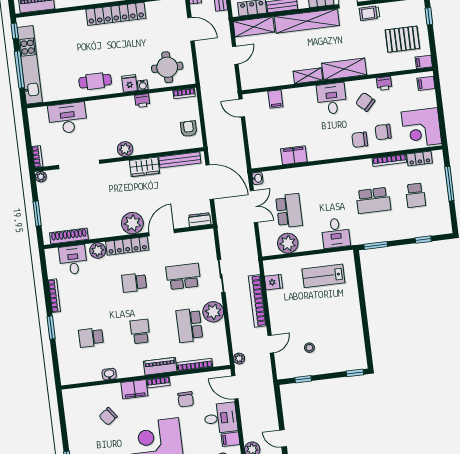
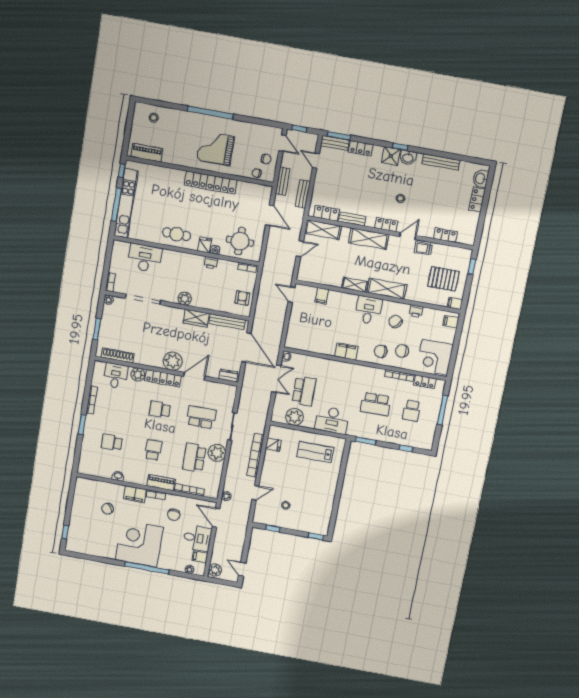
shelving: (307, 21) -> (369, 239), width x0.68
filing cabinet: (294, 155) -> (346, 351), moved
desk: (336, 233) -> (332, 420), width x1.37

